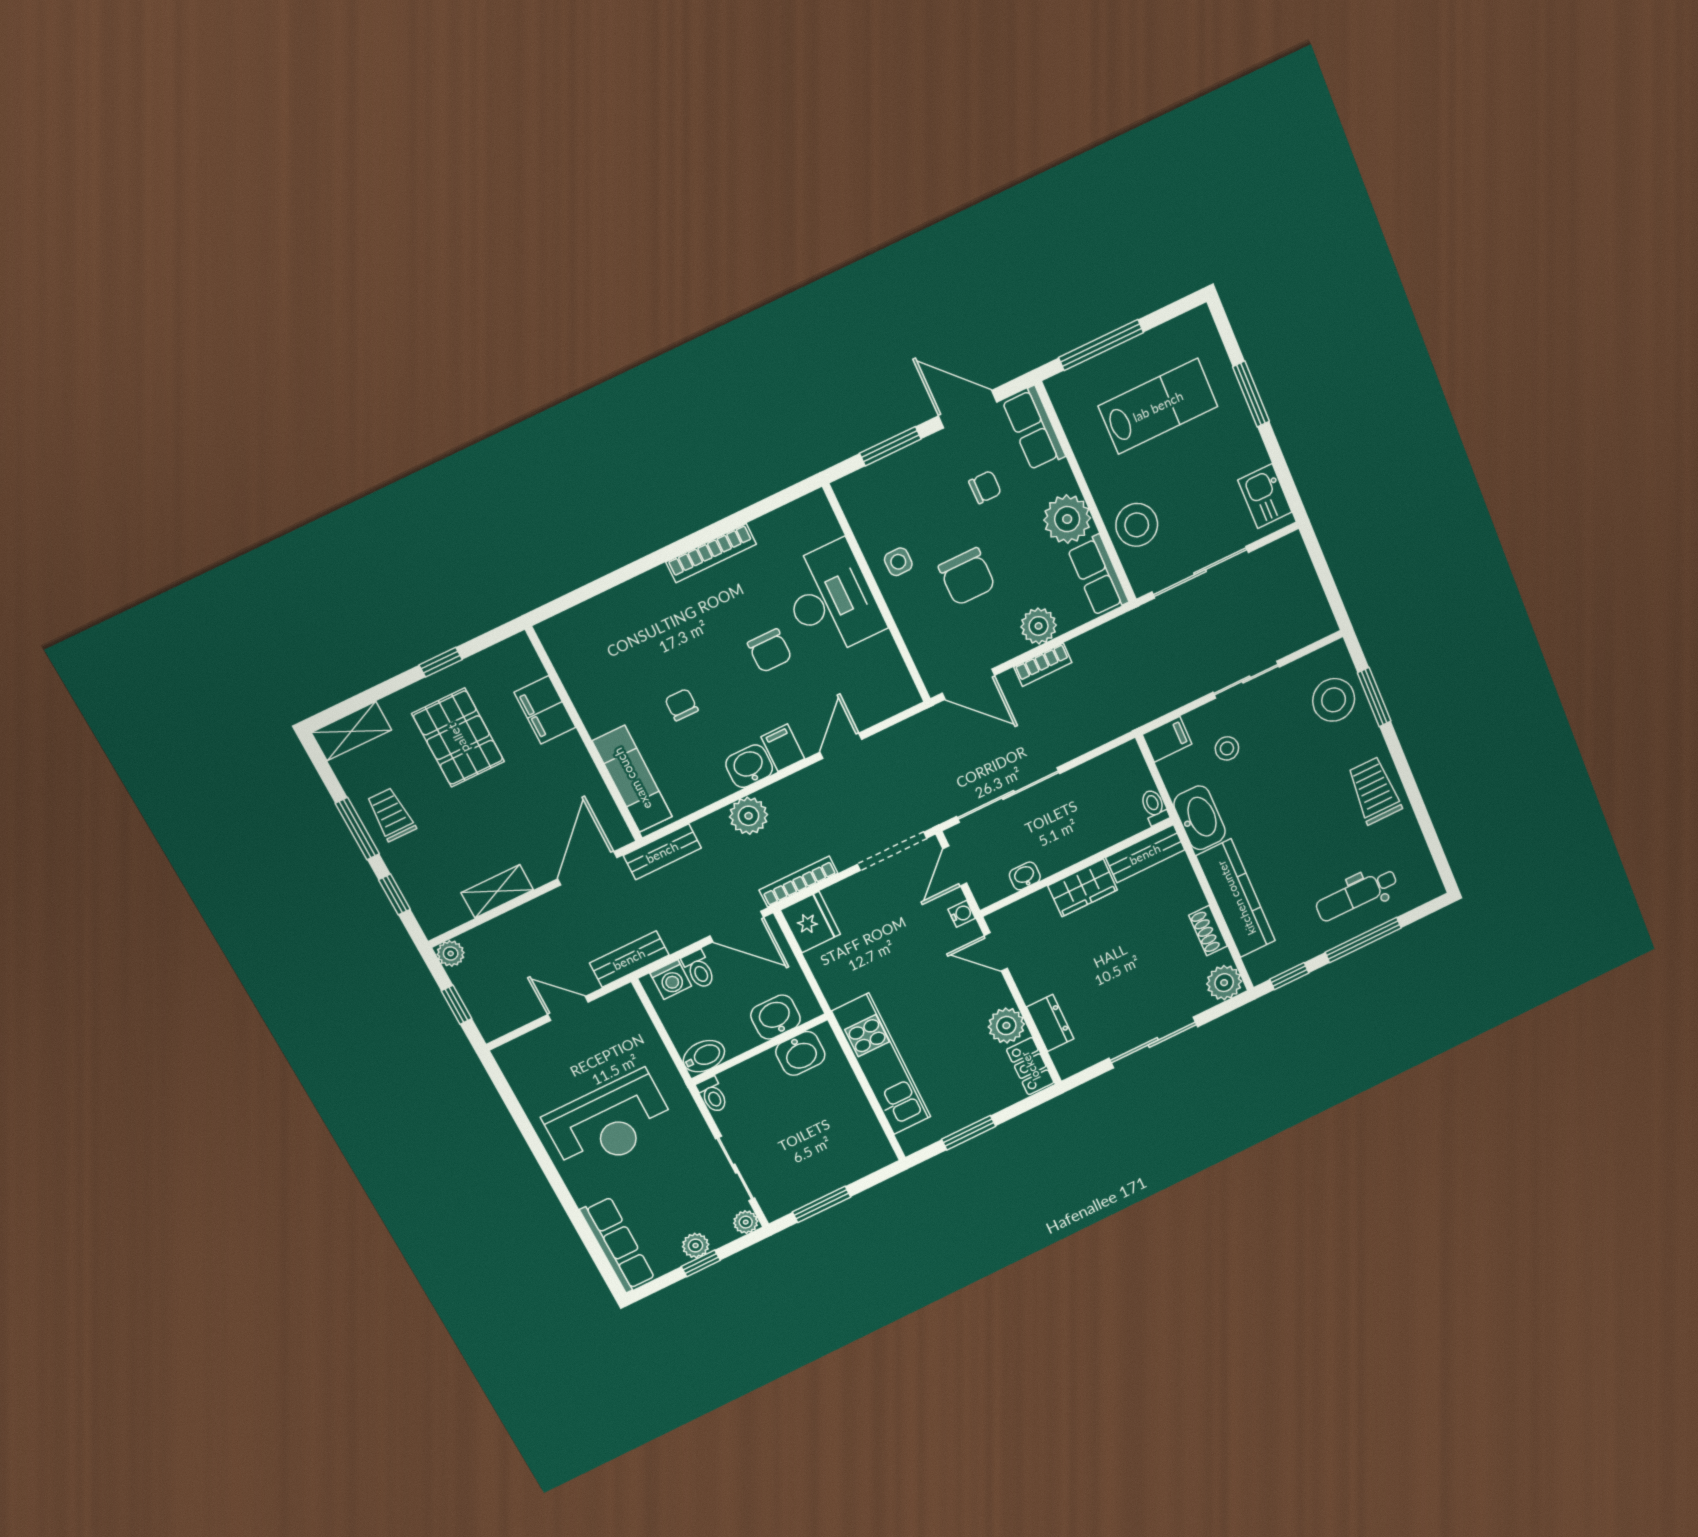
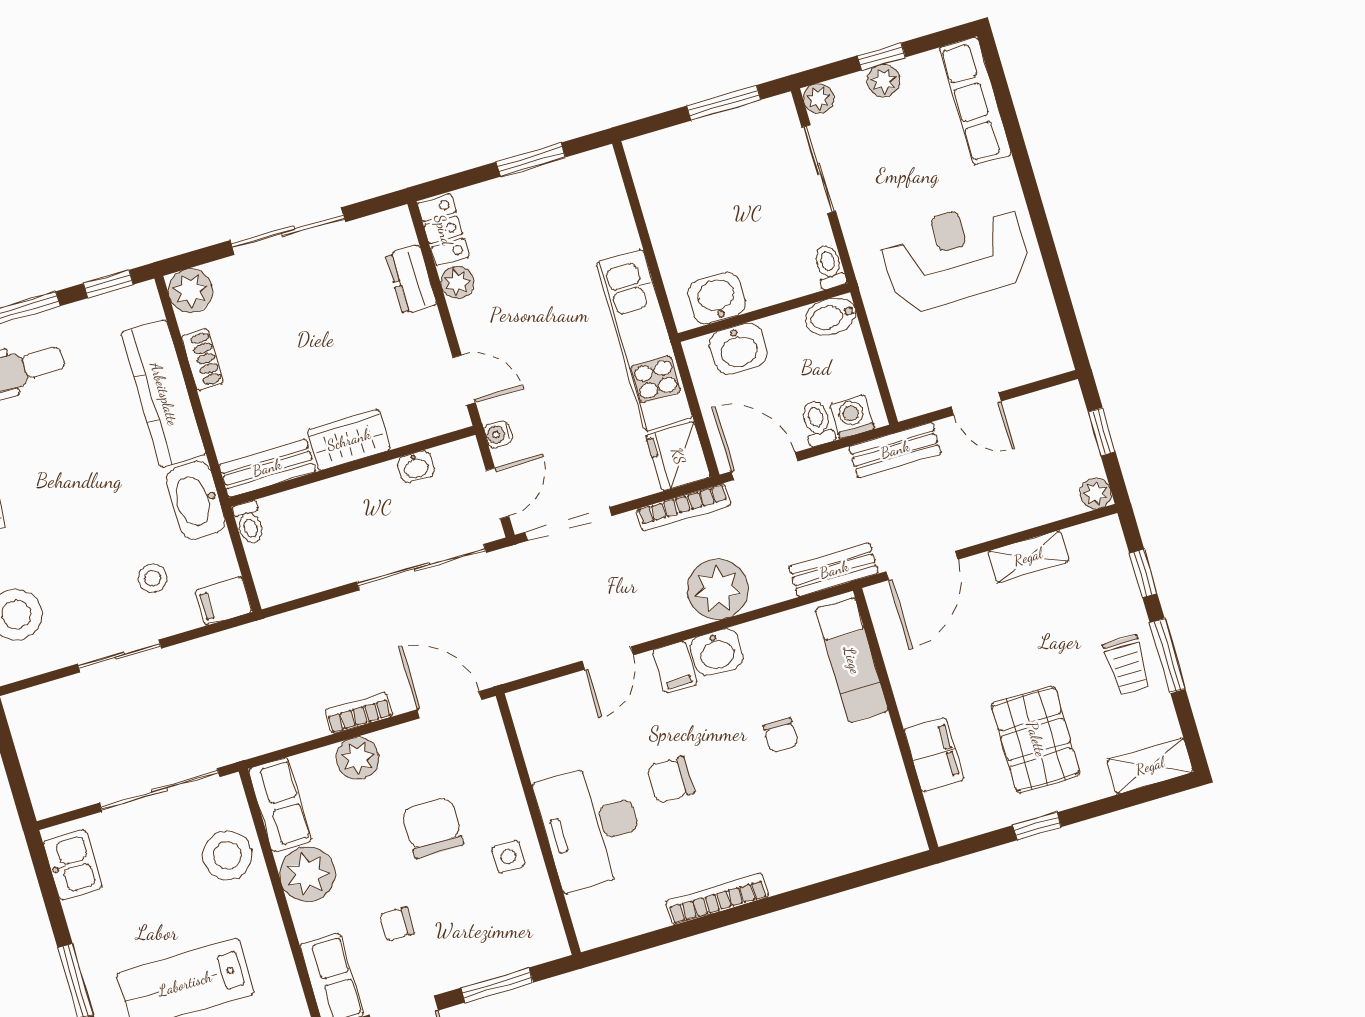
chair: (770, 651) -> (671, 780), turned -90
plant: (749, 816) -> (718, 589), width x1.36, depth x1.36
plant: (1006, 1026) -> (457, 282), width x0.73, depth x0.73
kitchen unit: (881, 1064) -> (644, 340), moved

